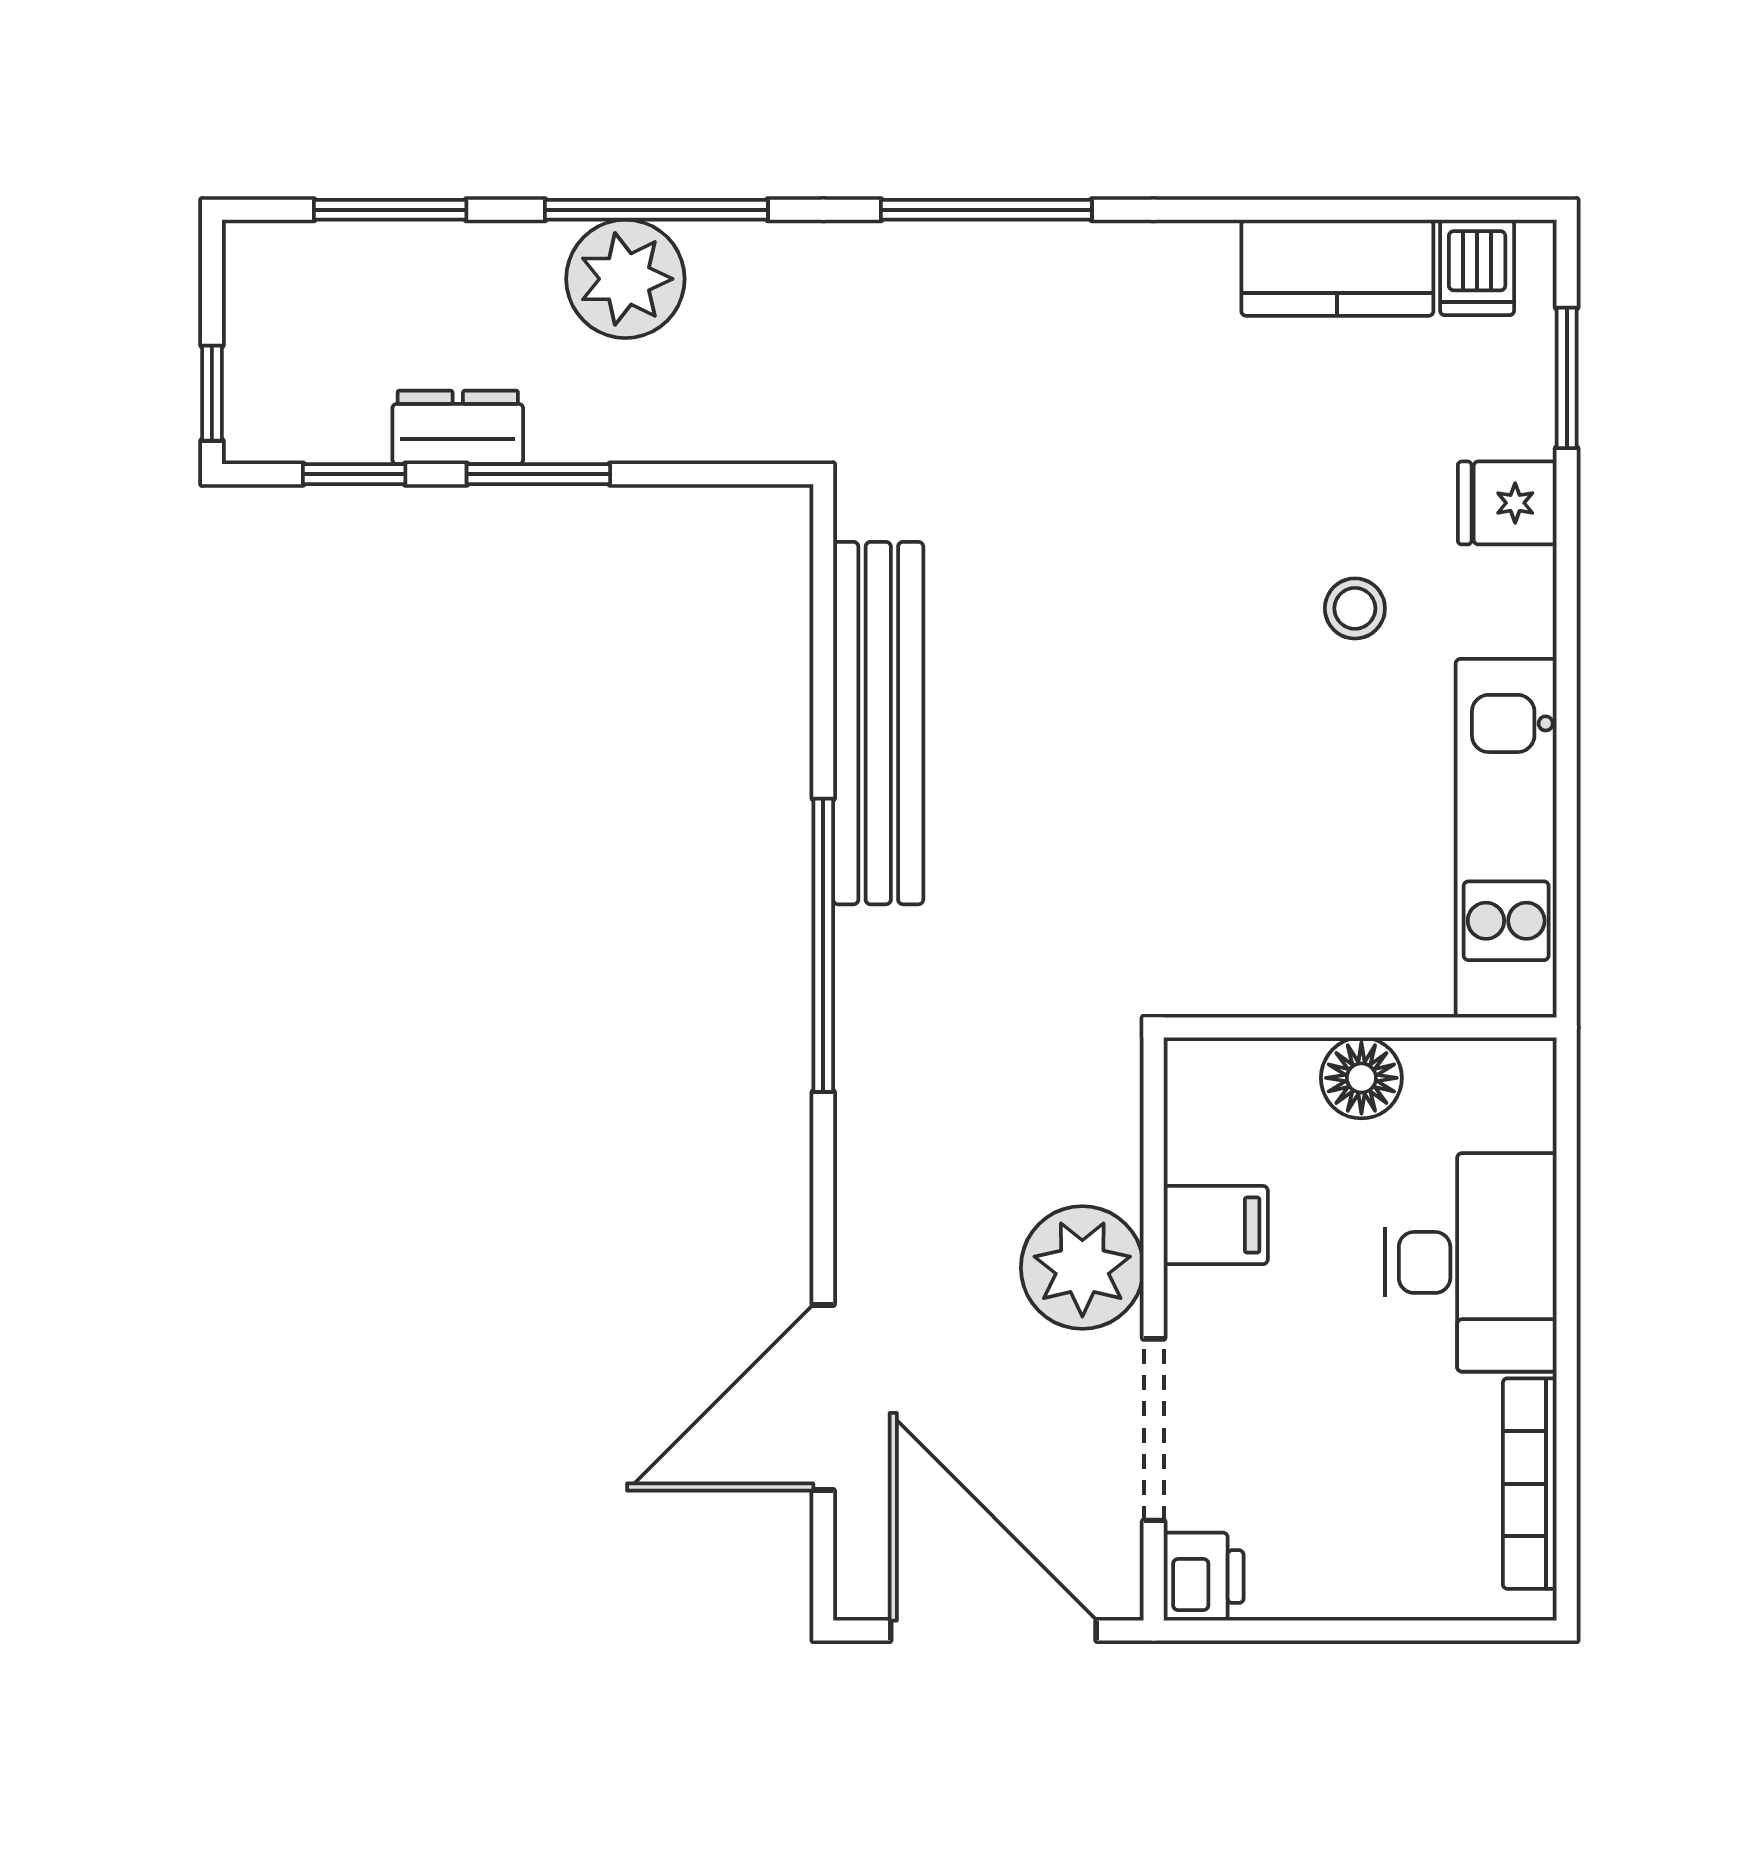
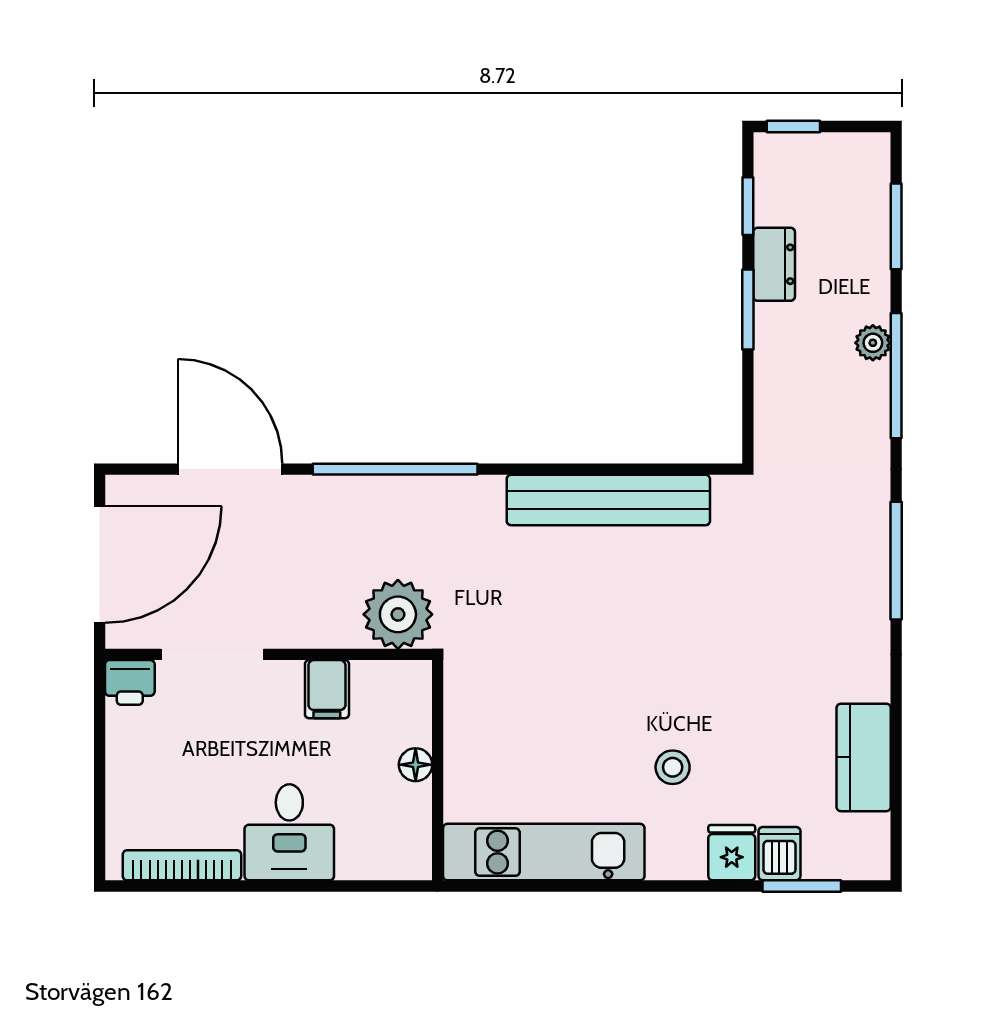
dishwasher: (1477, 267) -> (779, 854), moved, turned 90
plant: (625, 279) -> (873, 343), width x0.53, depth x0.53
window: (823, 945) -> (395, 469), moved
floor lamp: (1361, 1078) -> (416, 765), width x0.73, depth x0.73
desk: (1471, 1262) -> (289, 832), width x0.73
plant: (1082, 1268) -> (398, 614), moved

